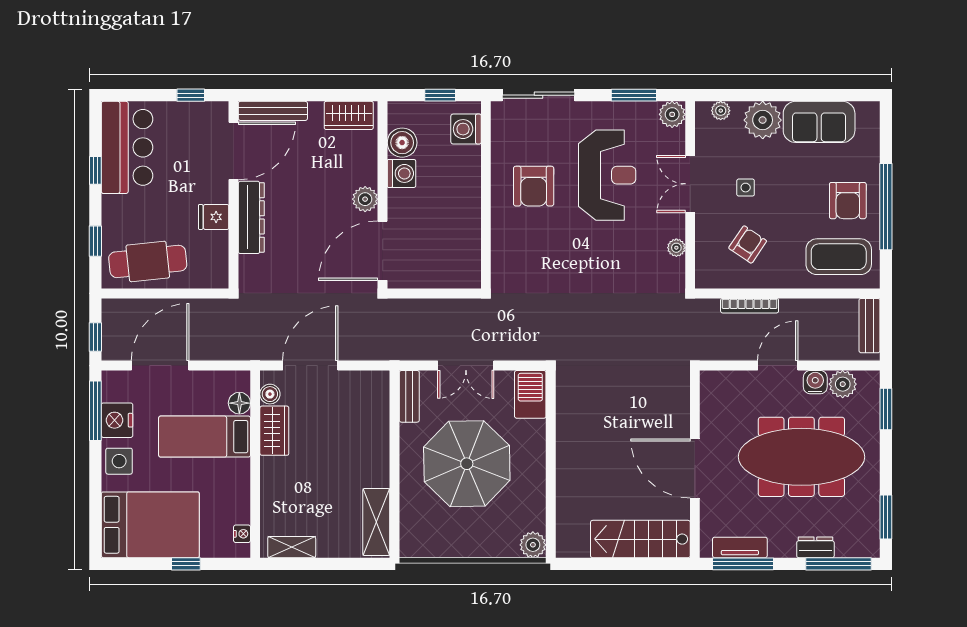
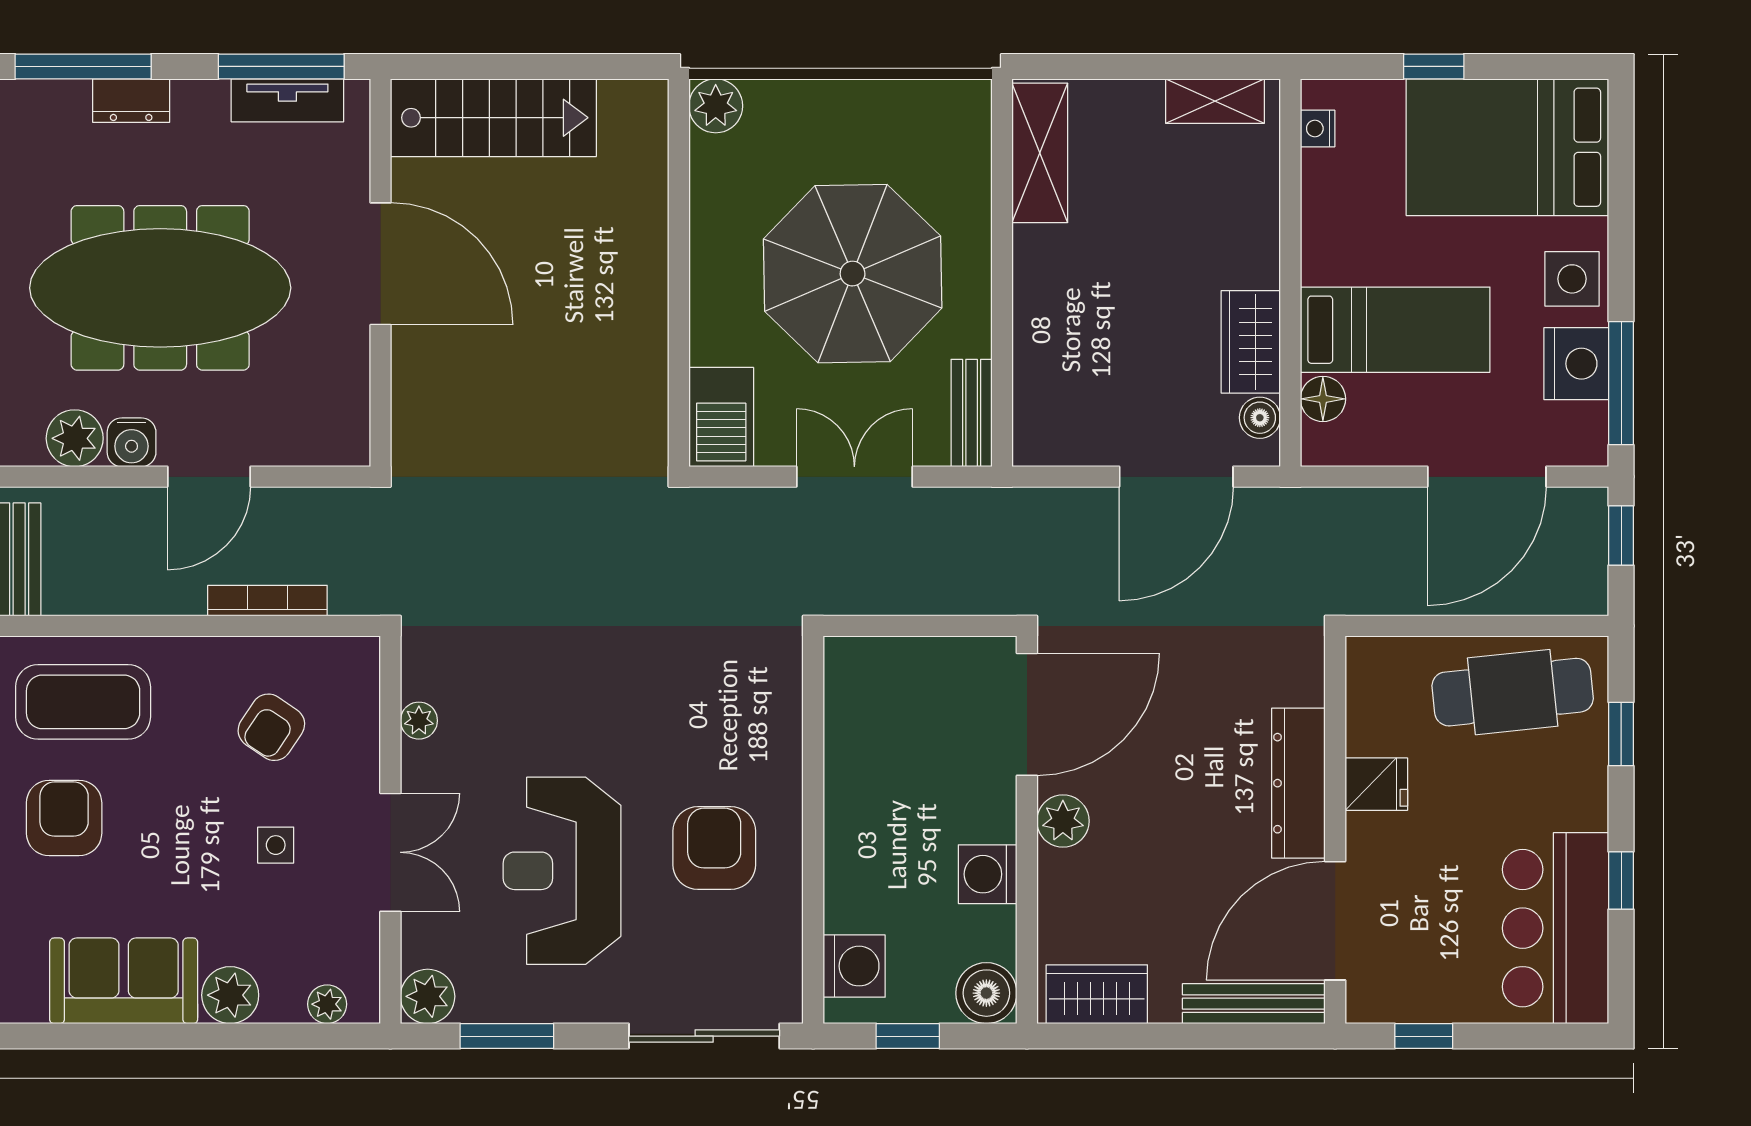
plant: (763, 120) -> (230, 995), width x0.73, depth x0.73
boiler: (402, 143) -> (986, 993), moved

